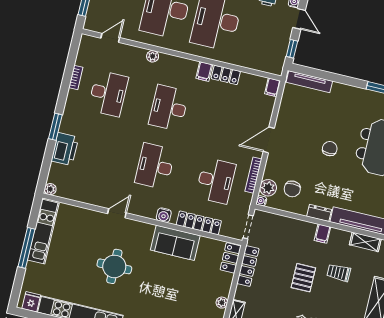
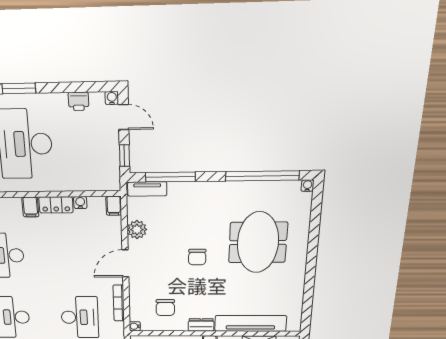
window: (324, 75) -> (170, 177), added
water cooler: (246, 78) -> (80, 203), added
tv unit: (309, 82) -> (147, 189), width x0.71
chair: (330, 149) -> (197, 257), turned 180
plant: (268, 188) -> (137, 230), moved

